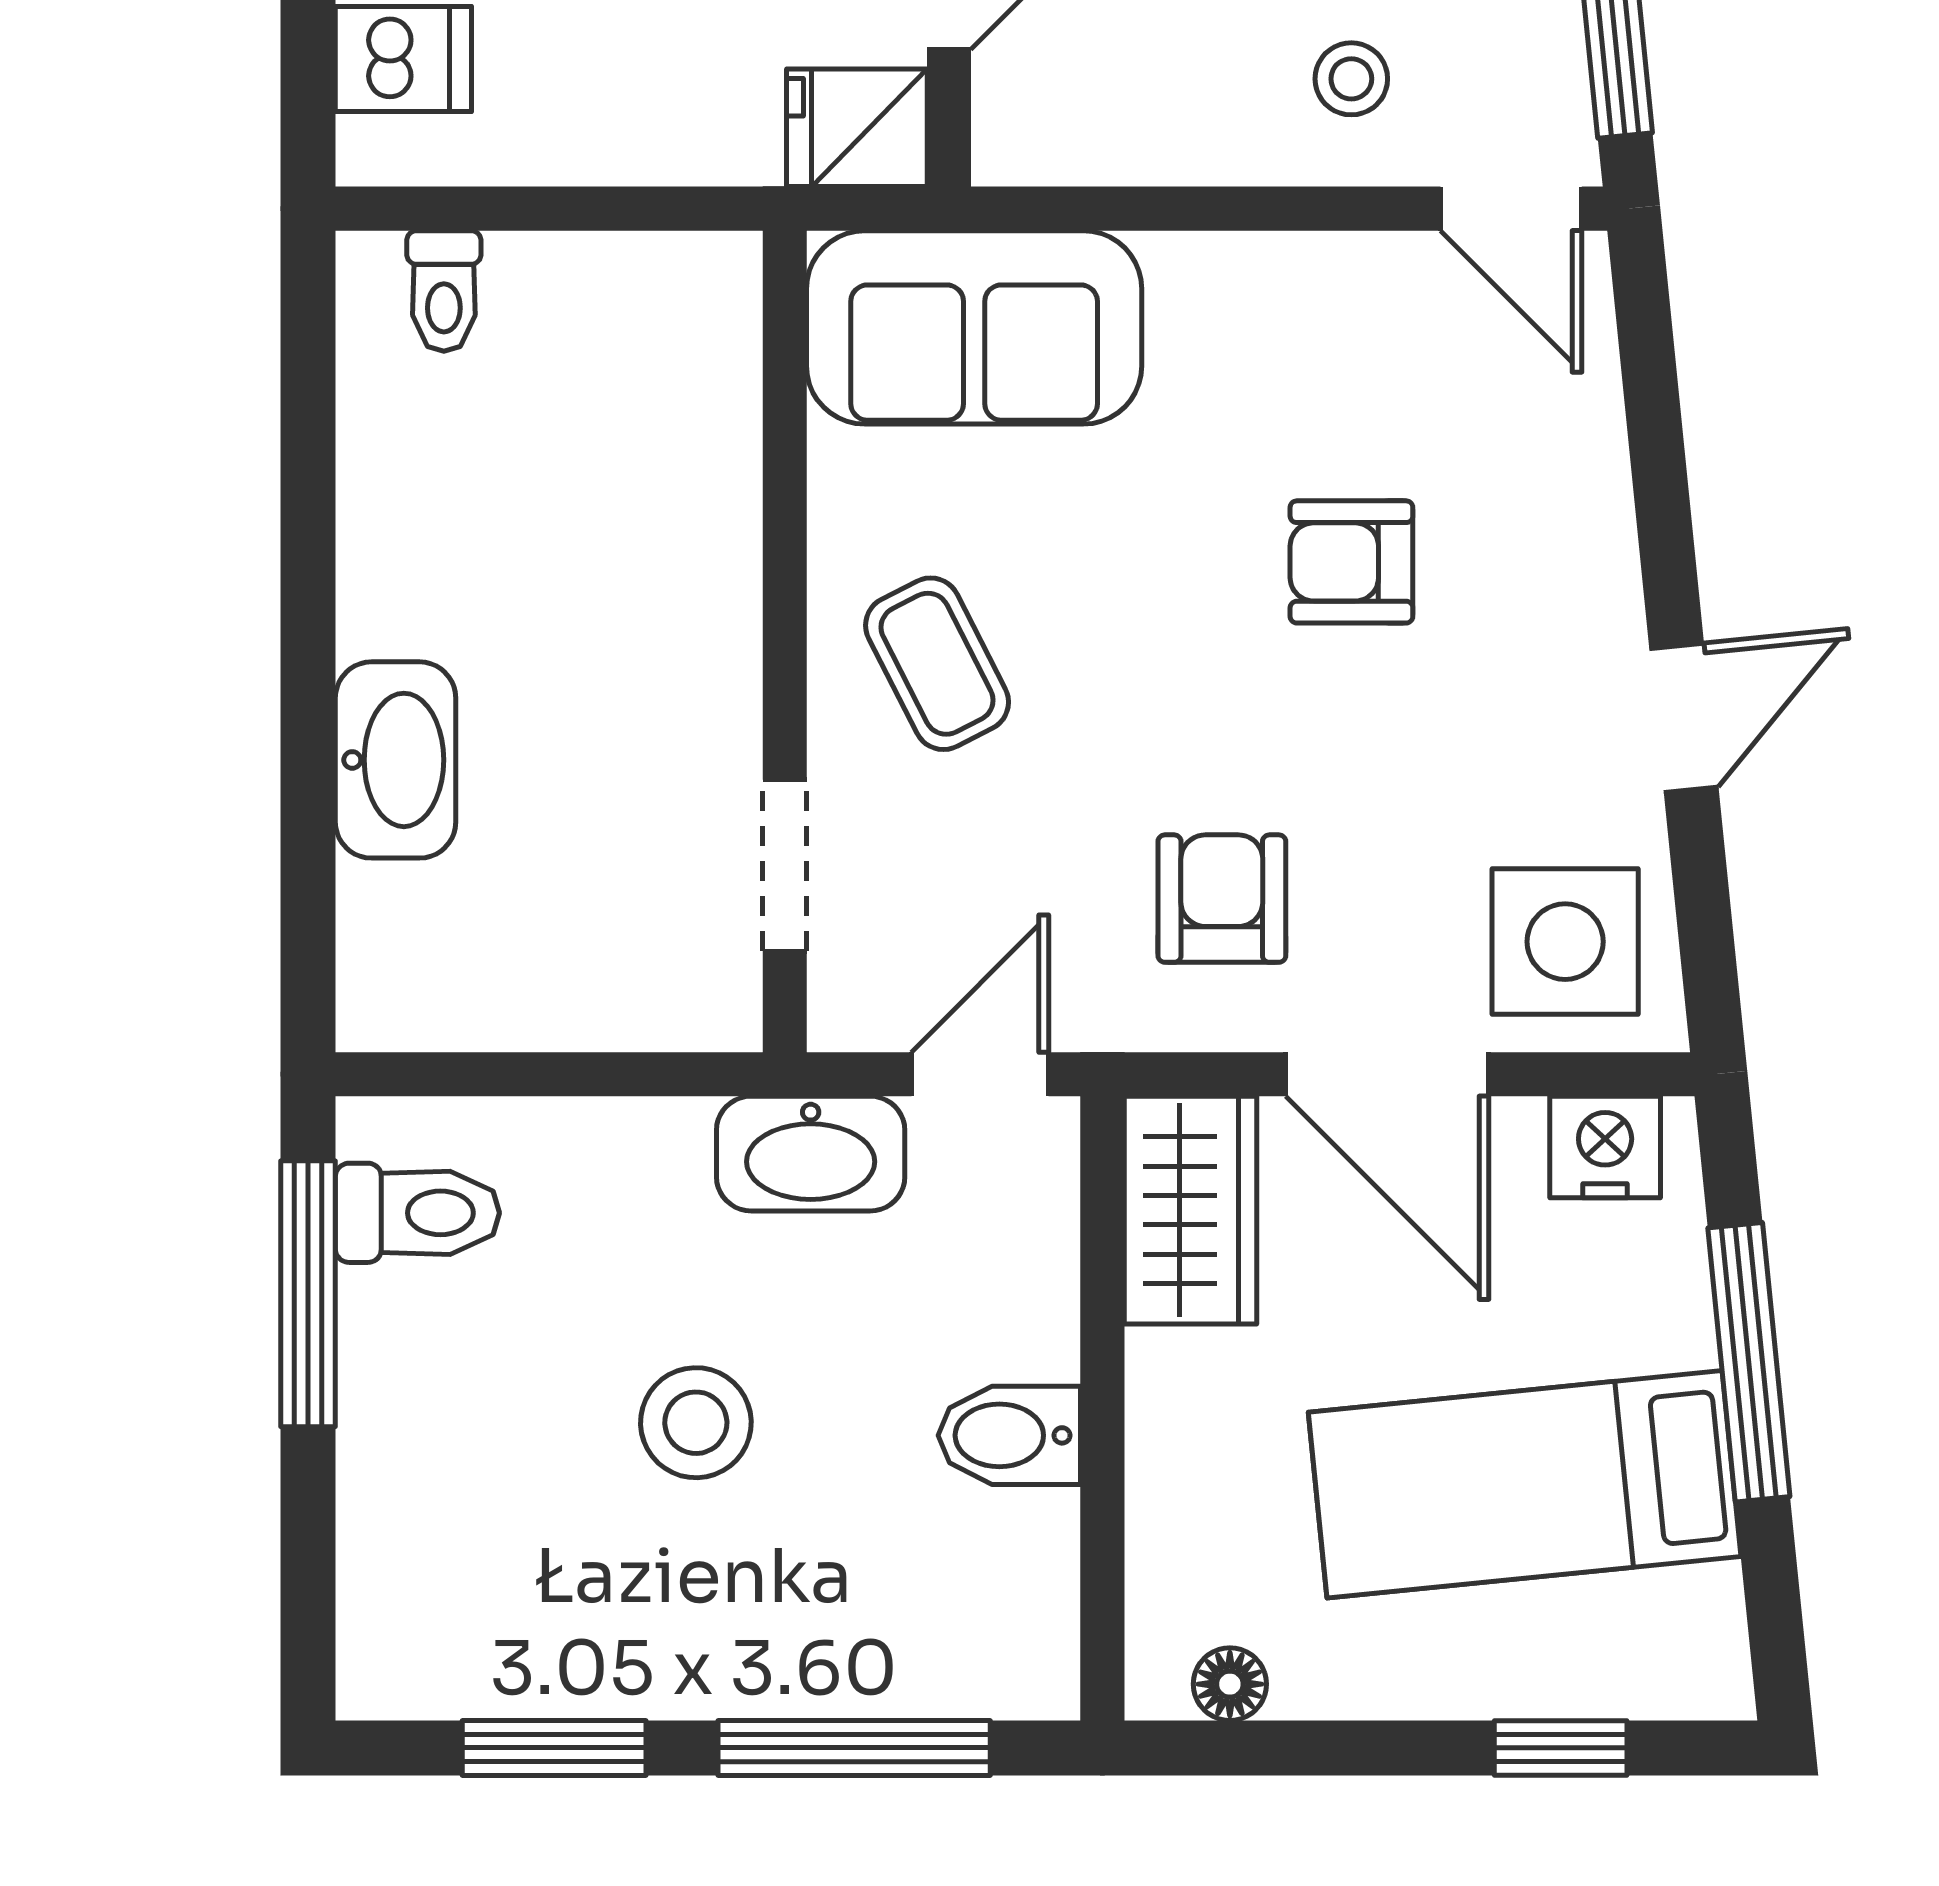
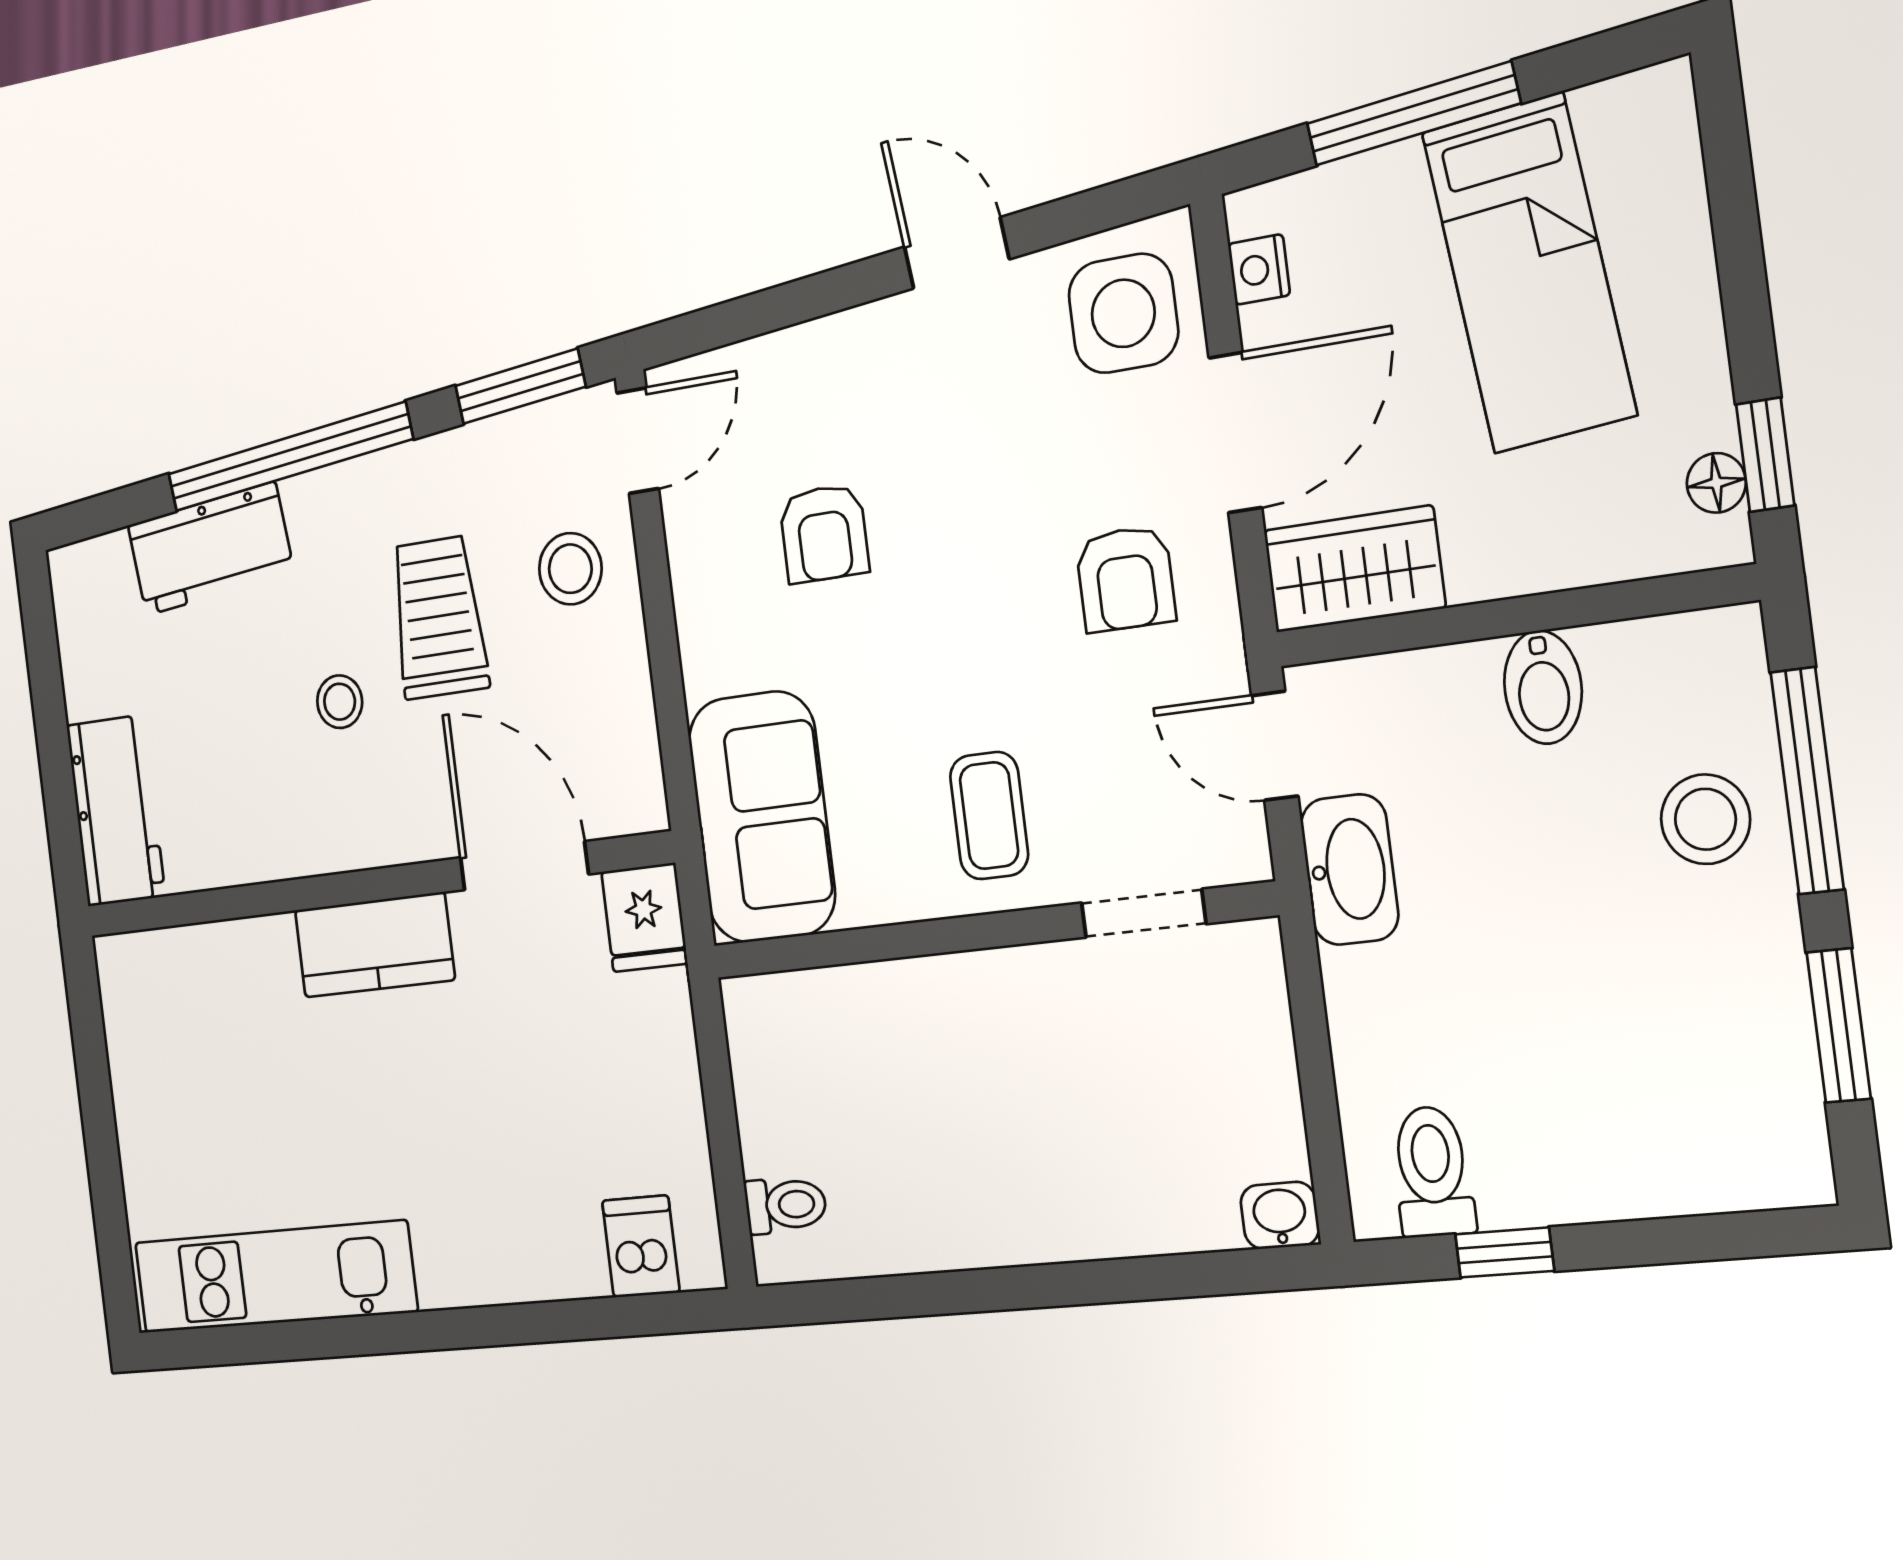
stool: (1351, 79) -> (570, 569), width x1.37, depth x1.37
armchair: (1351, 562) -> (824, 533), moved
coffee table: (937, 664) -> (989, 816), turned -63
washbasin: (396, 760) -> (1280, 1215), moved, width x0.52, depth x0.69
armchair: (1222, 899) -> (1125, 579), turned -90
nightstand: (1605, 1147) -> (1259, 270), width x0.72, depth x0.74
window: (308, 1294) -> (1505, 1253), width x0.46
stool: (696, 1423) -> (1705, 819), moved
window: (1561, 1748) -> (1765, 455), moved

